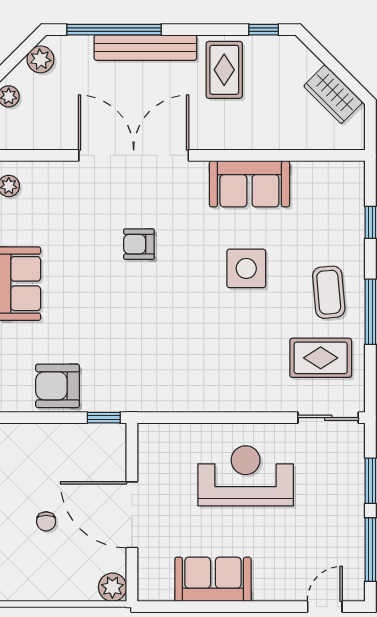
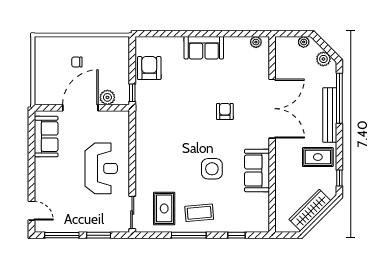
wardrobe: (333, 94) -> (310, 210), width x1.50
sofa: (213, 579) -> (46, 137), moved
plant: (112, 587) -> (107, 97), moved

